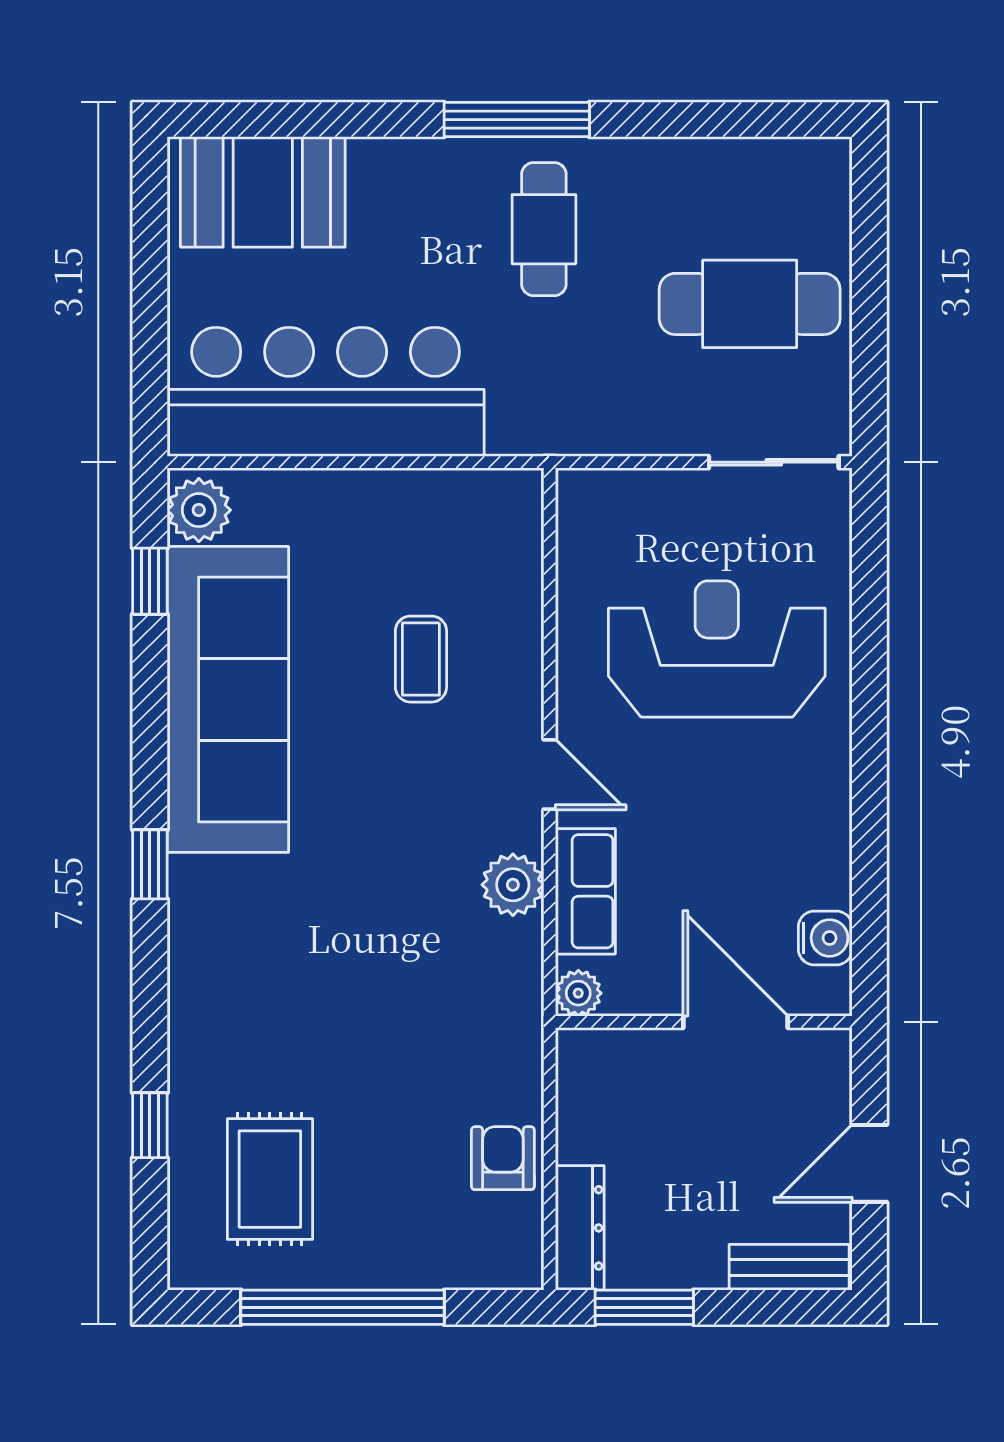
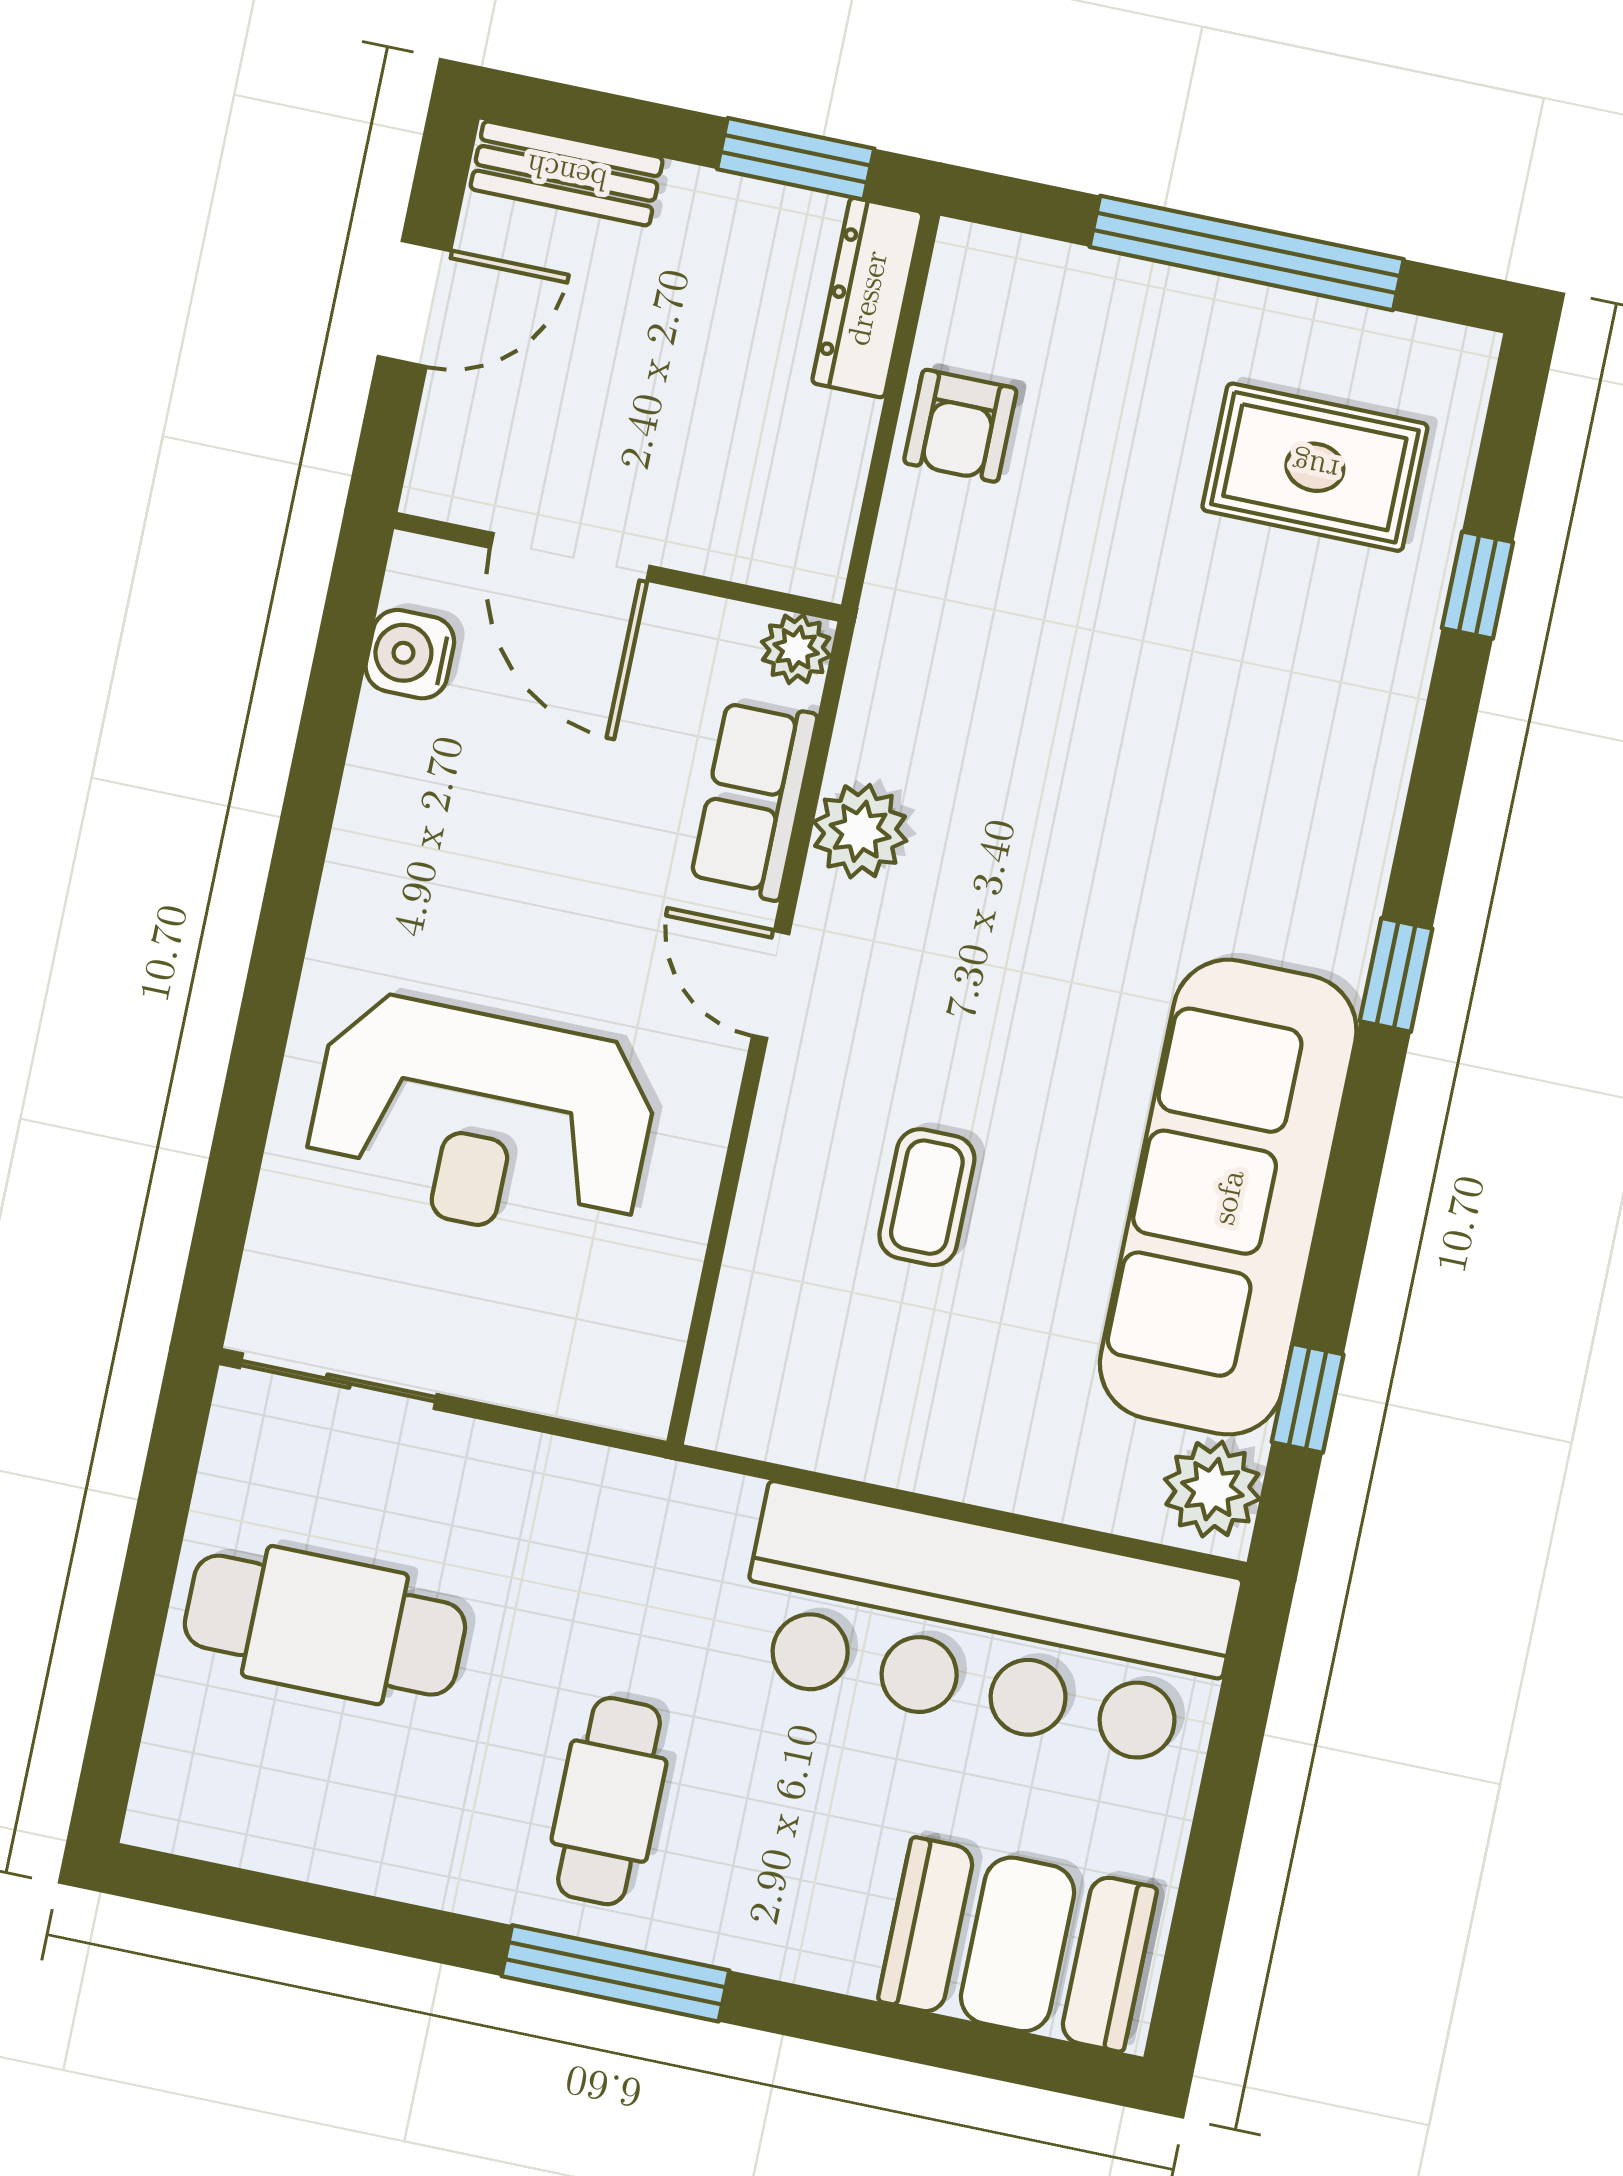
rug: (270, 1179) -> (1315, 467), turned 90

